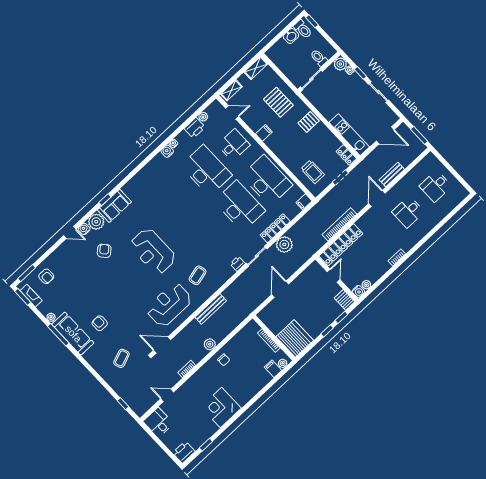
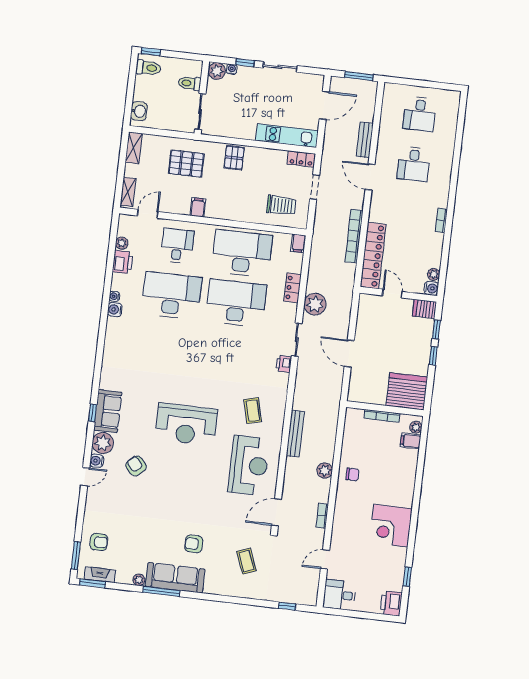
washbasin: (291, 36) -> (139, 111), moved
locker: (275, 228) -> (293, 288), width x0.66
reception desk: (169, 305) -> (249, 465), turned 180

